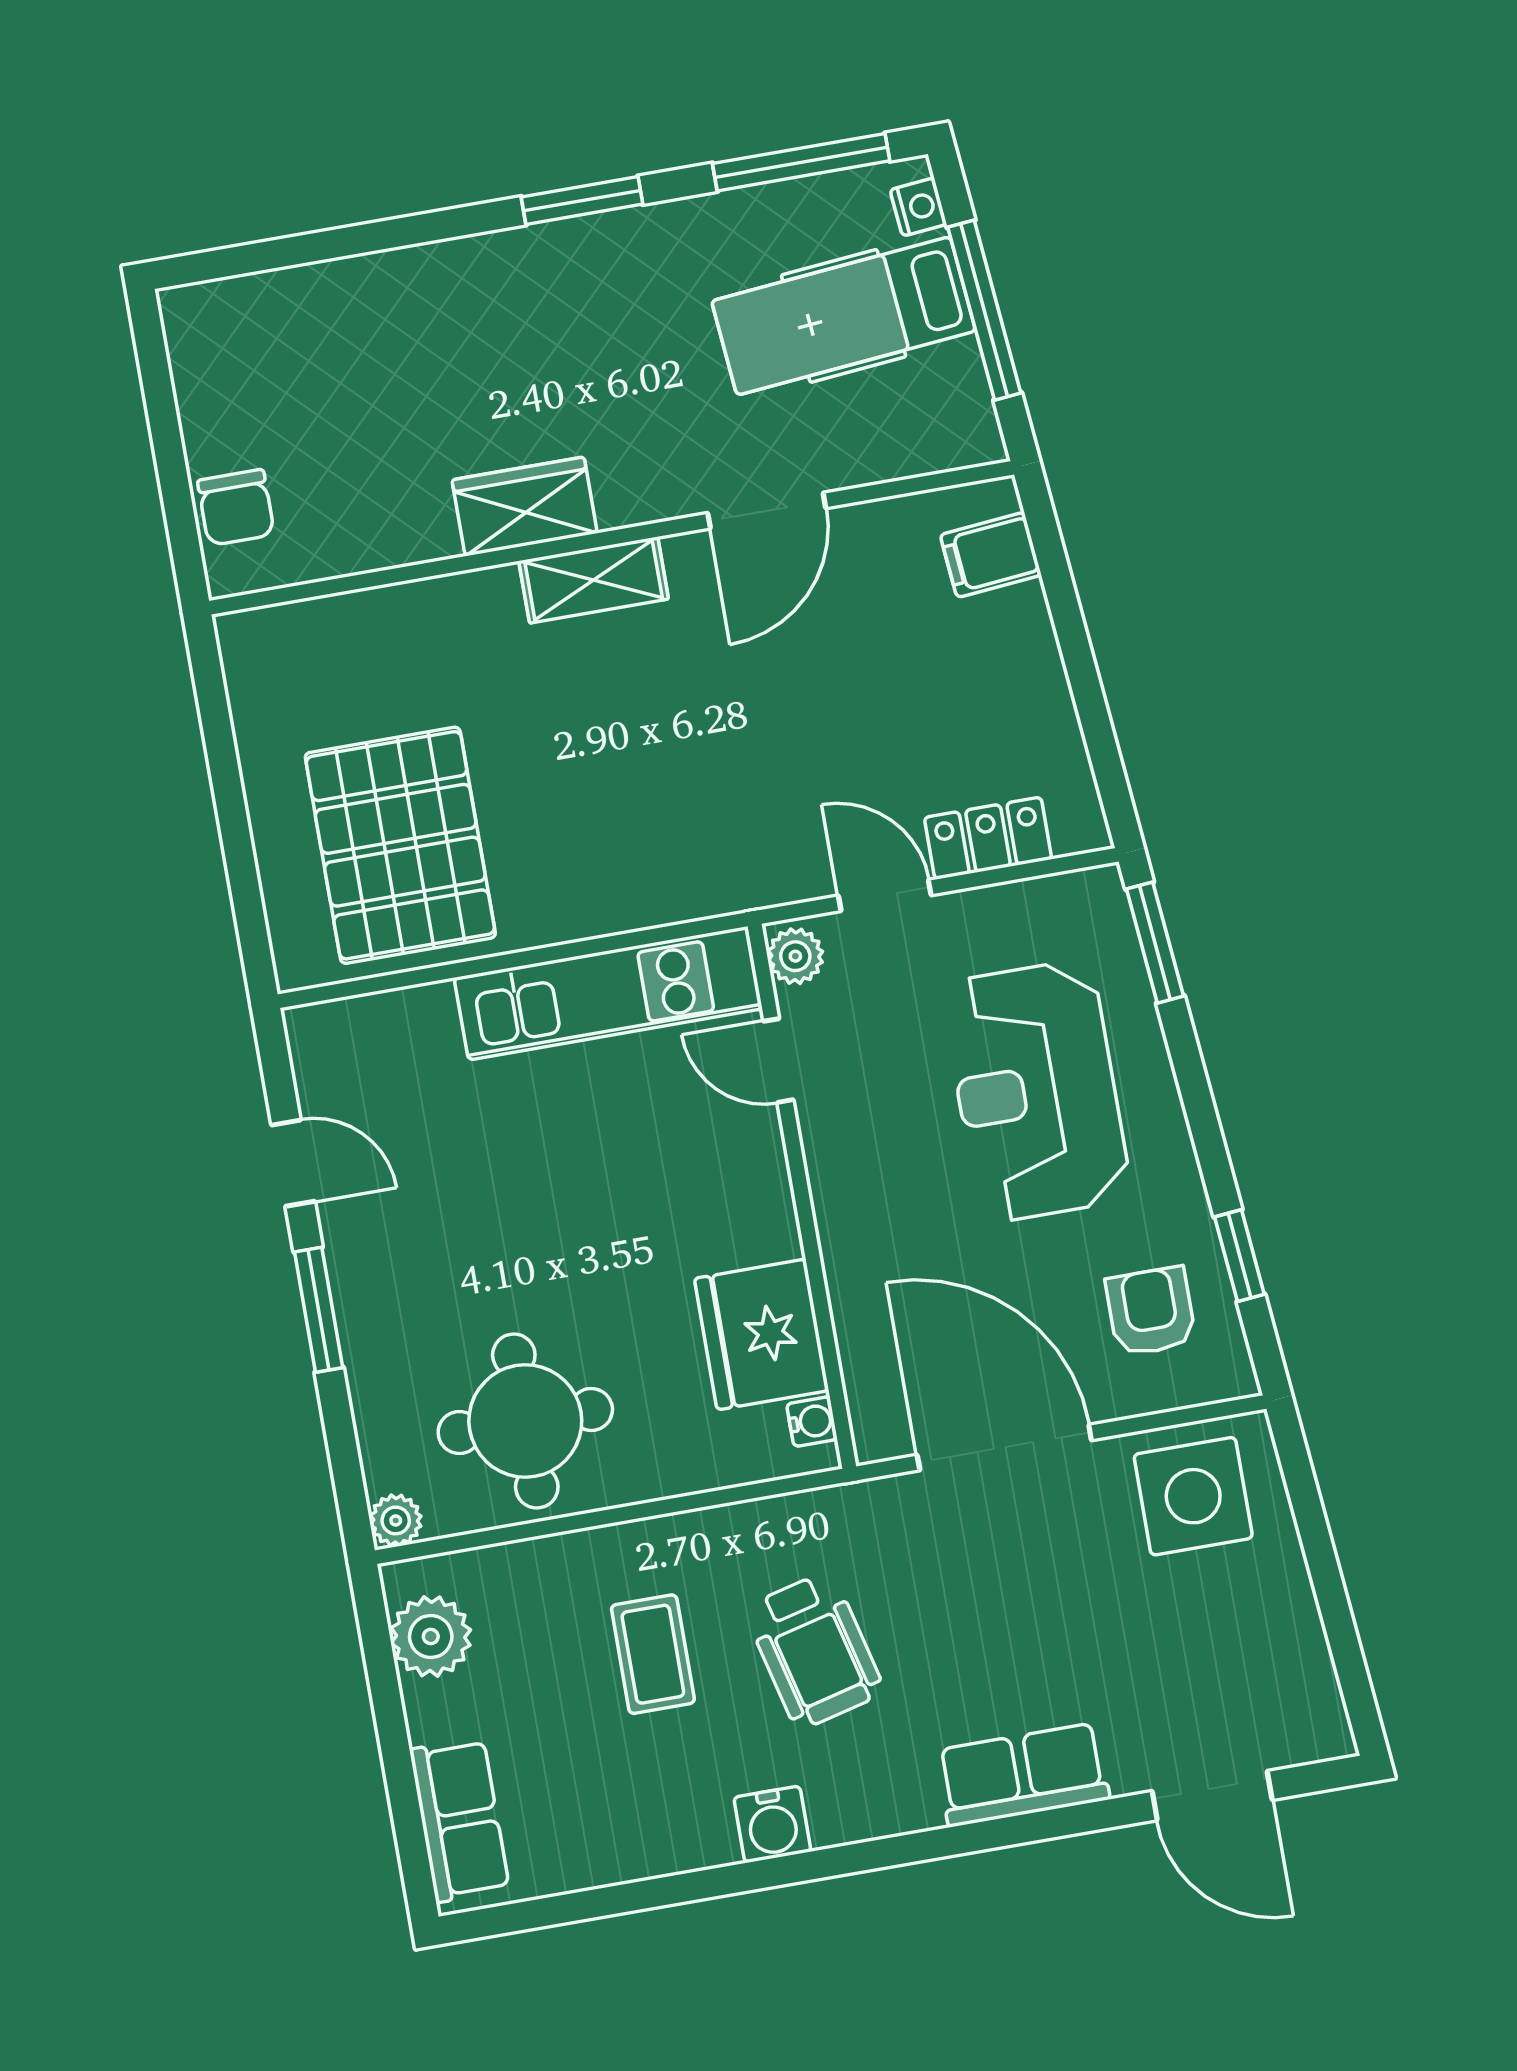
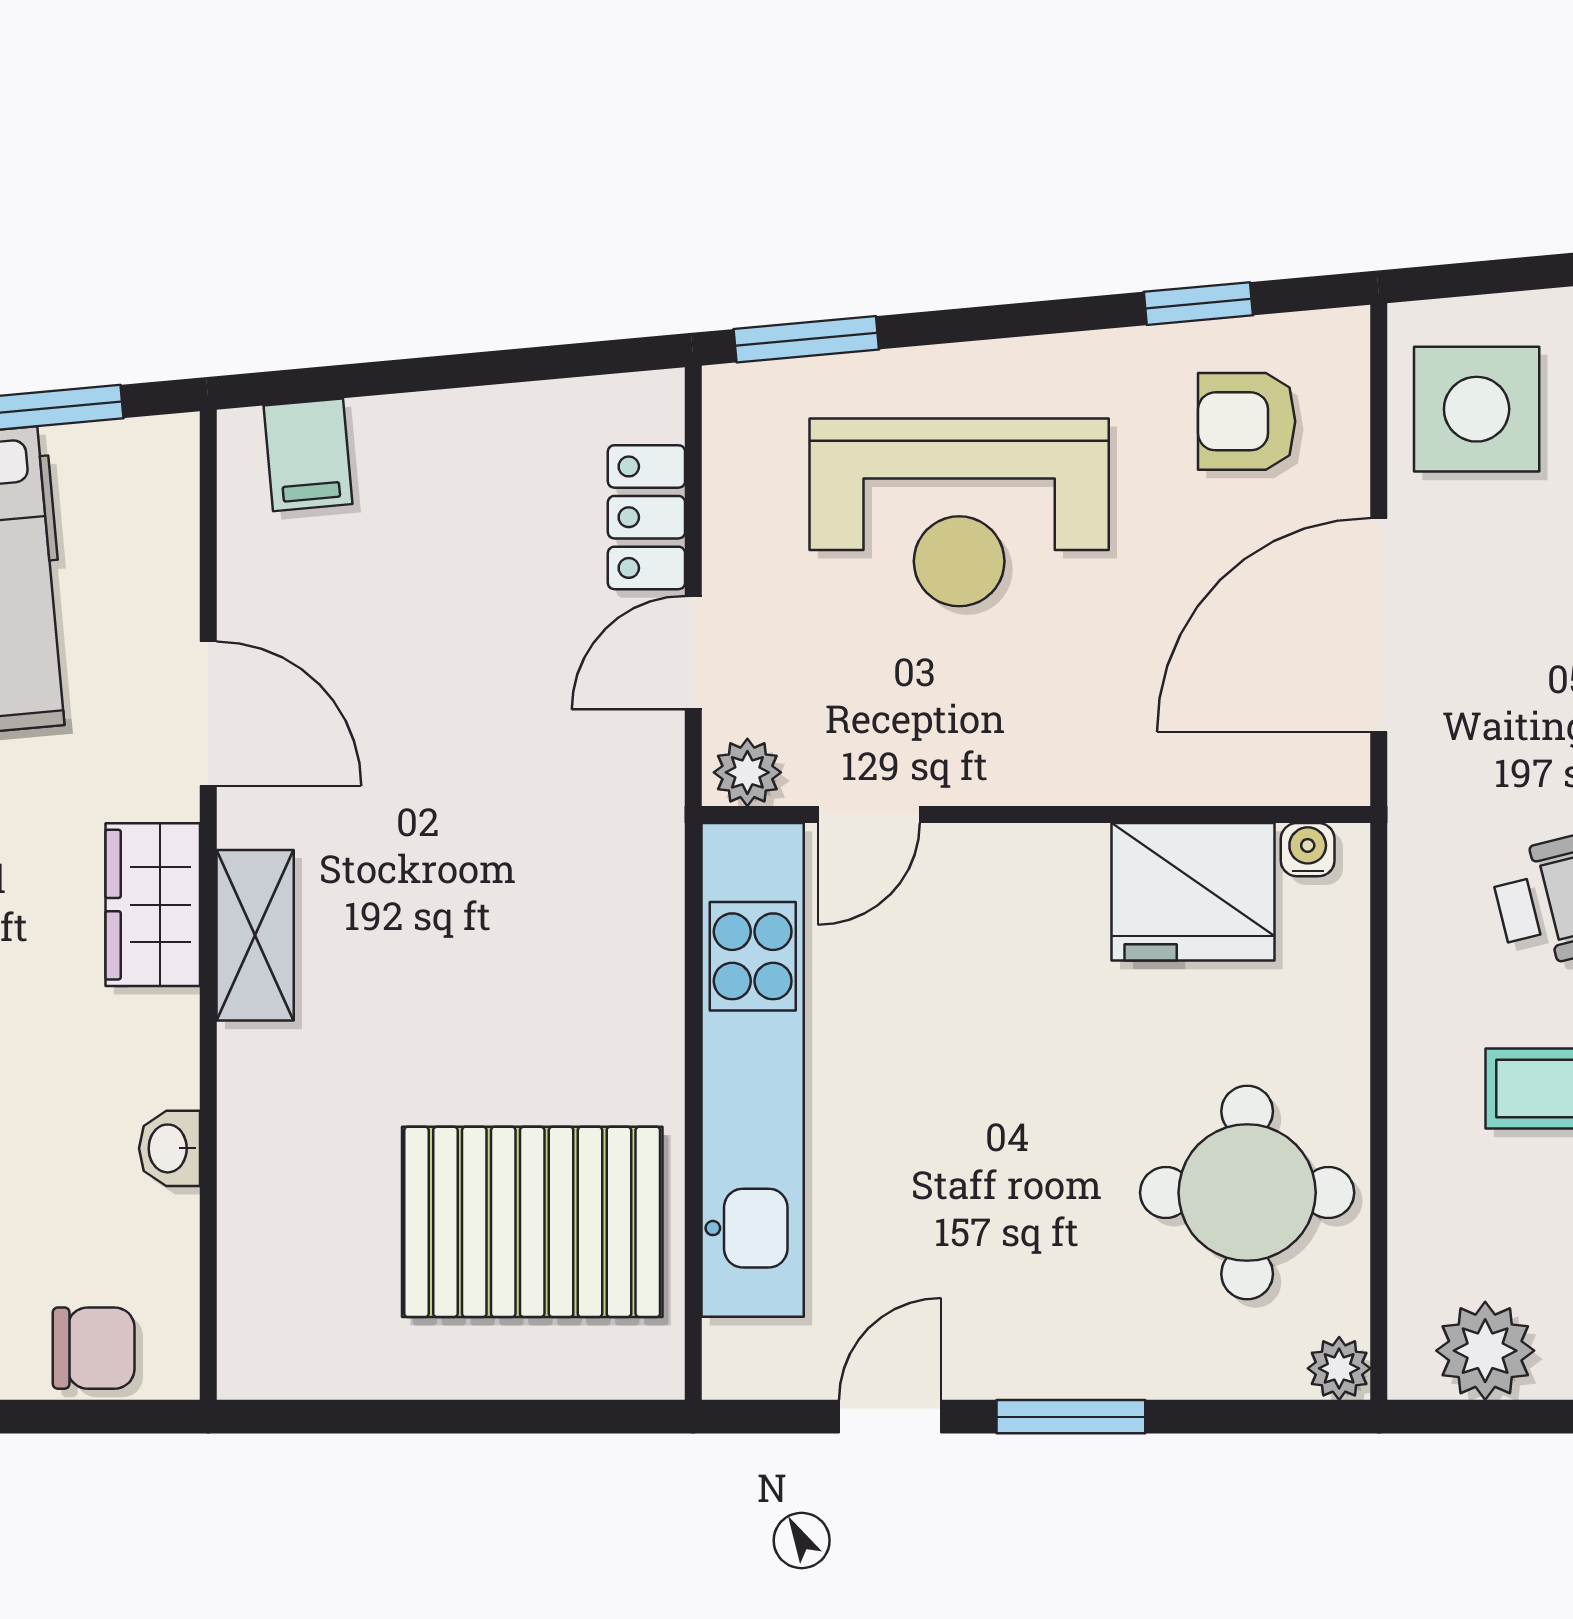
wardrobe: (525, 506) -> (153, 905), moved
washbasin: (409, 541) -> (169, 1148), added
kitchen unit: (608, 993) -> (753, 1070), width x1.36

